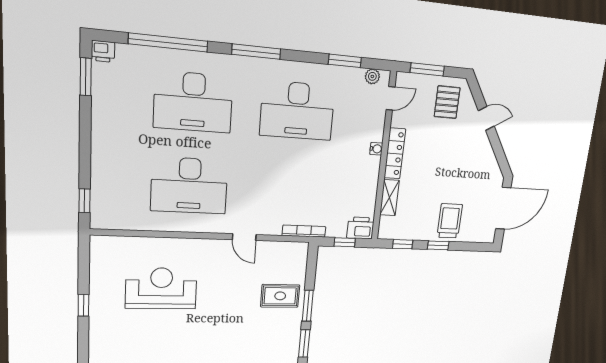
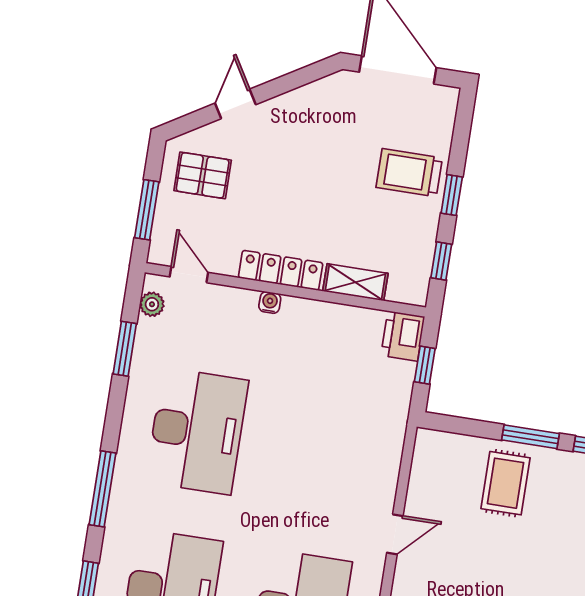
bookcase: (304, 231) -> (397, 434), removed

